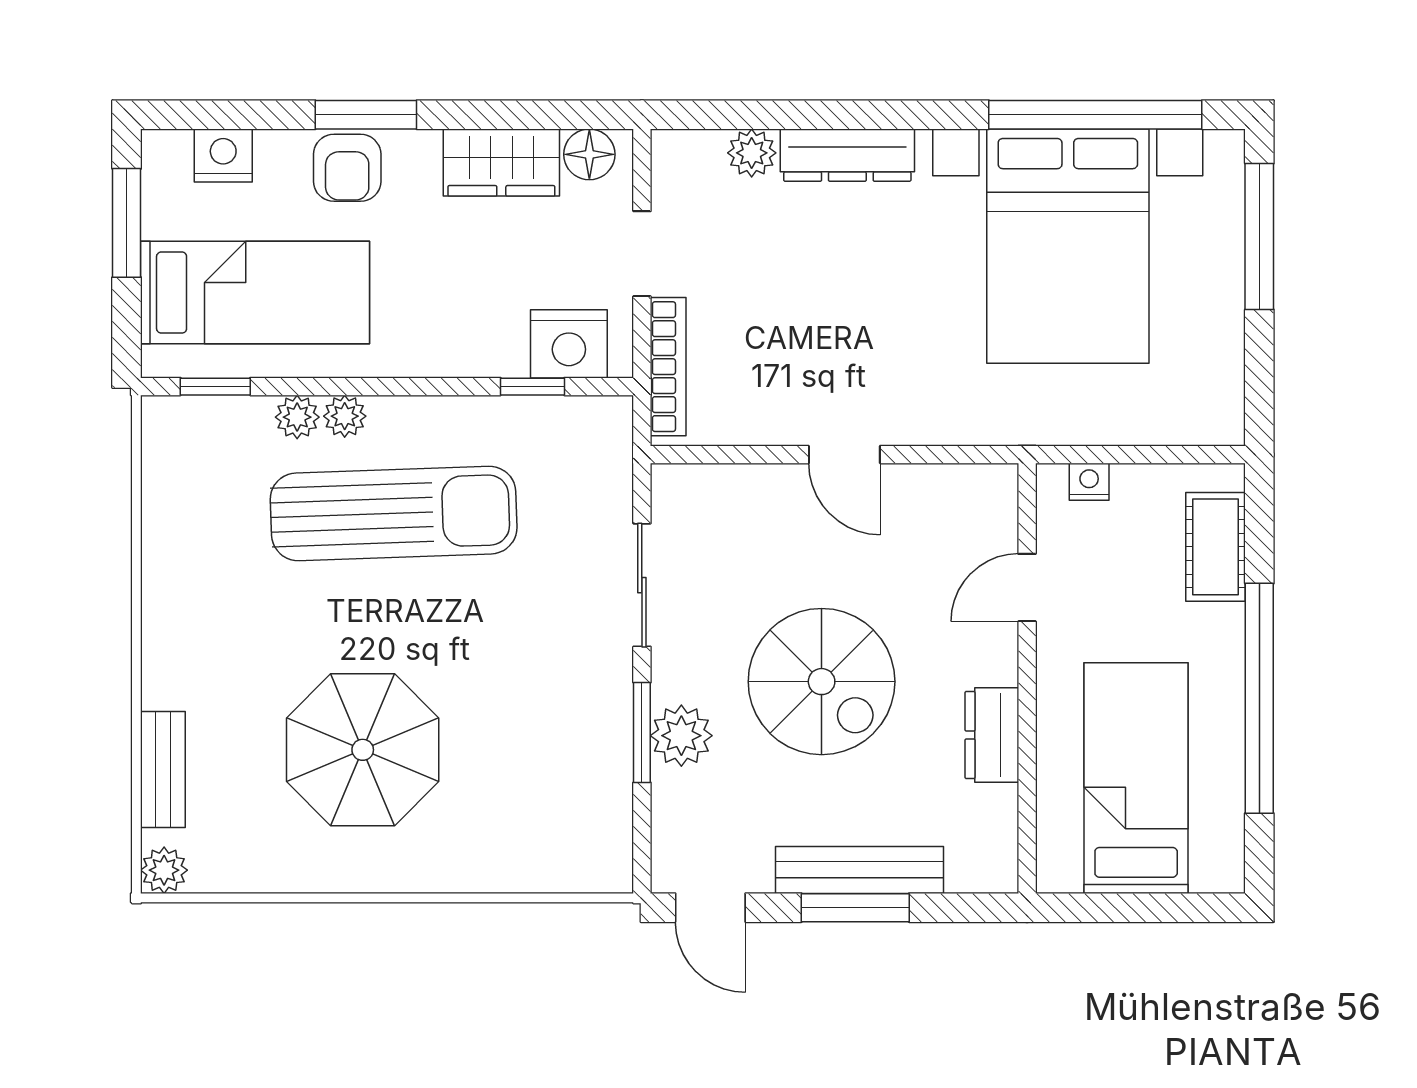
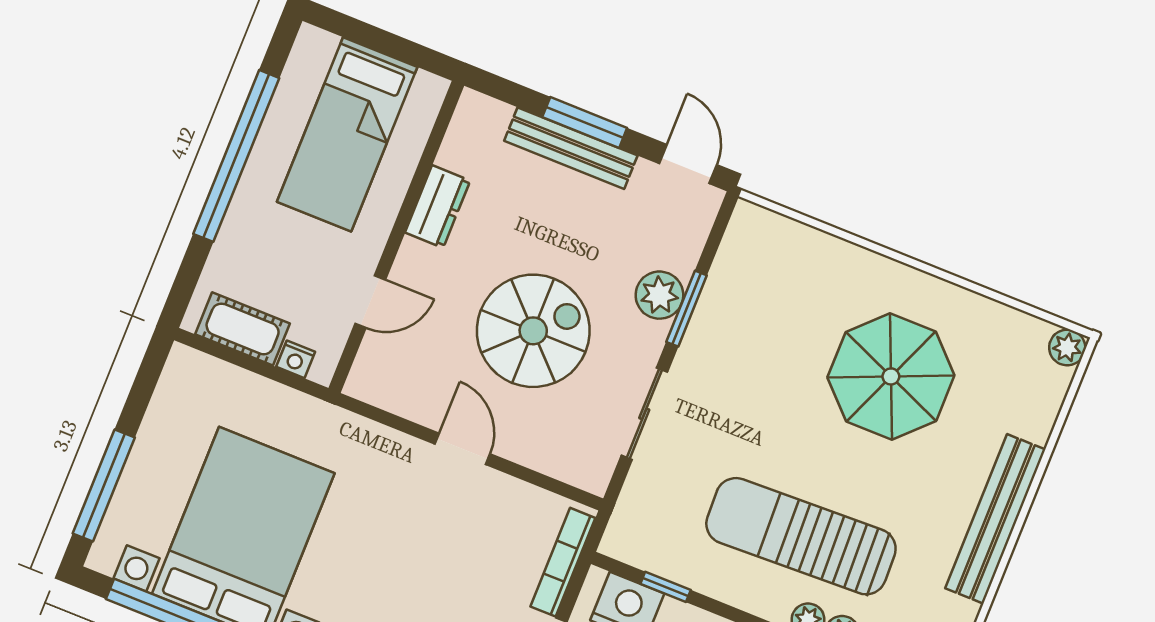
cot: (1216, 547) -> (243, 329), moved, turned 90
spiral stairs: (822, 682) -> (533, 331), moved, turned 90
bench: (163, 770) -> (995, 519), moved, width x1.86, depth x1.21

